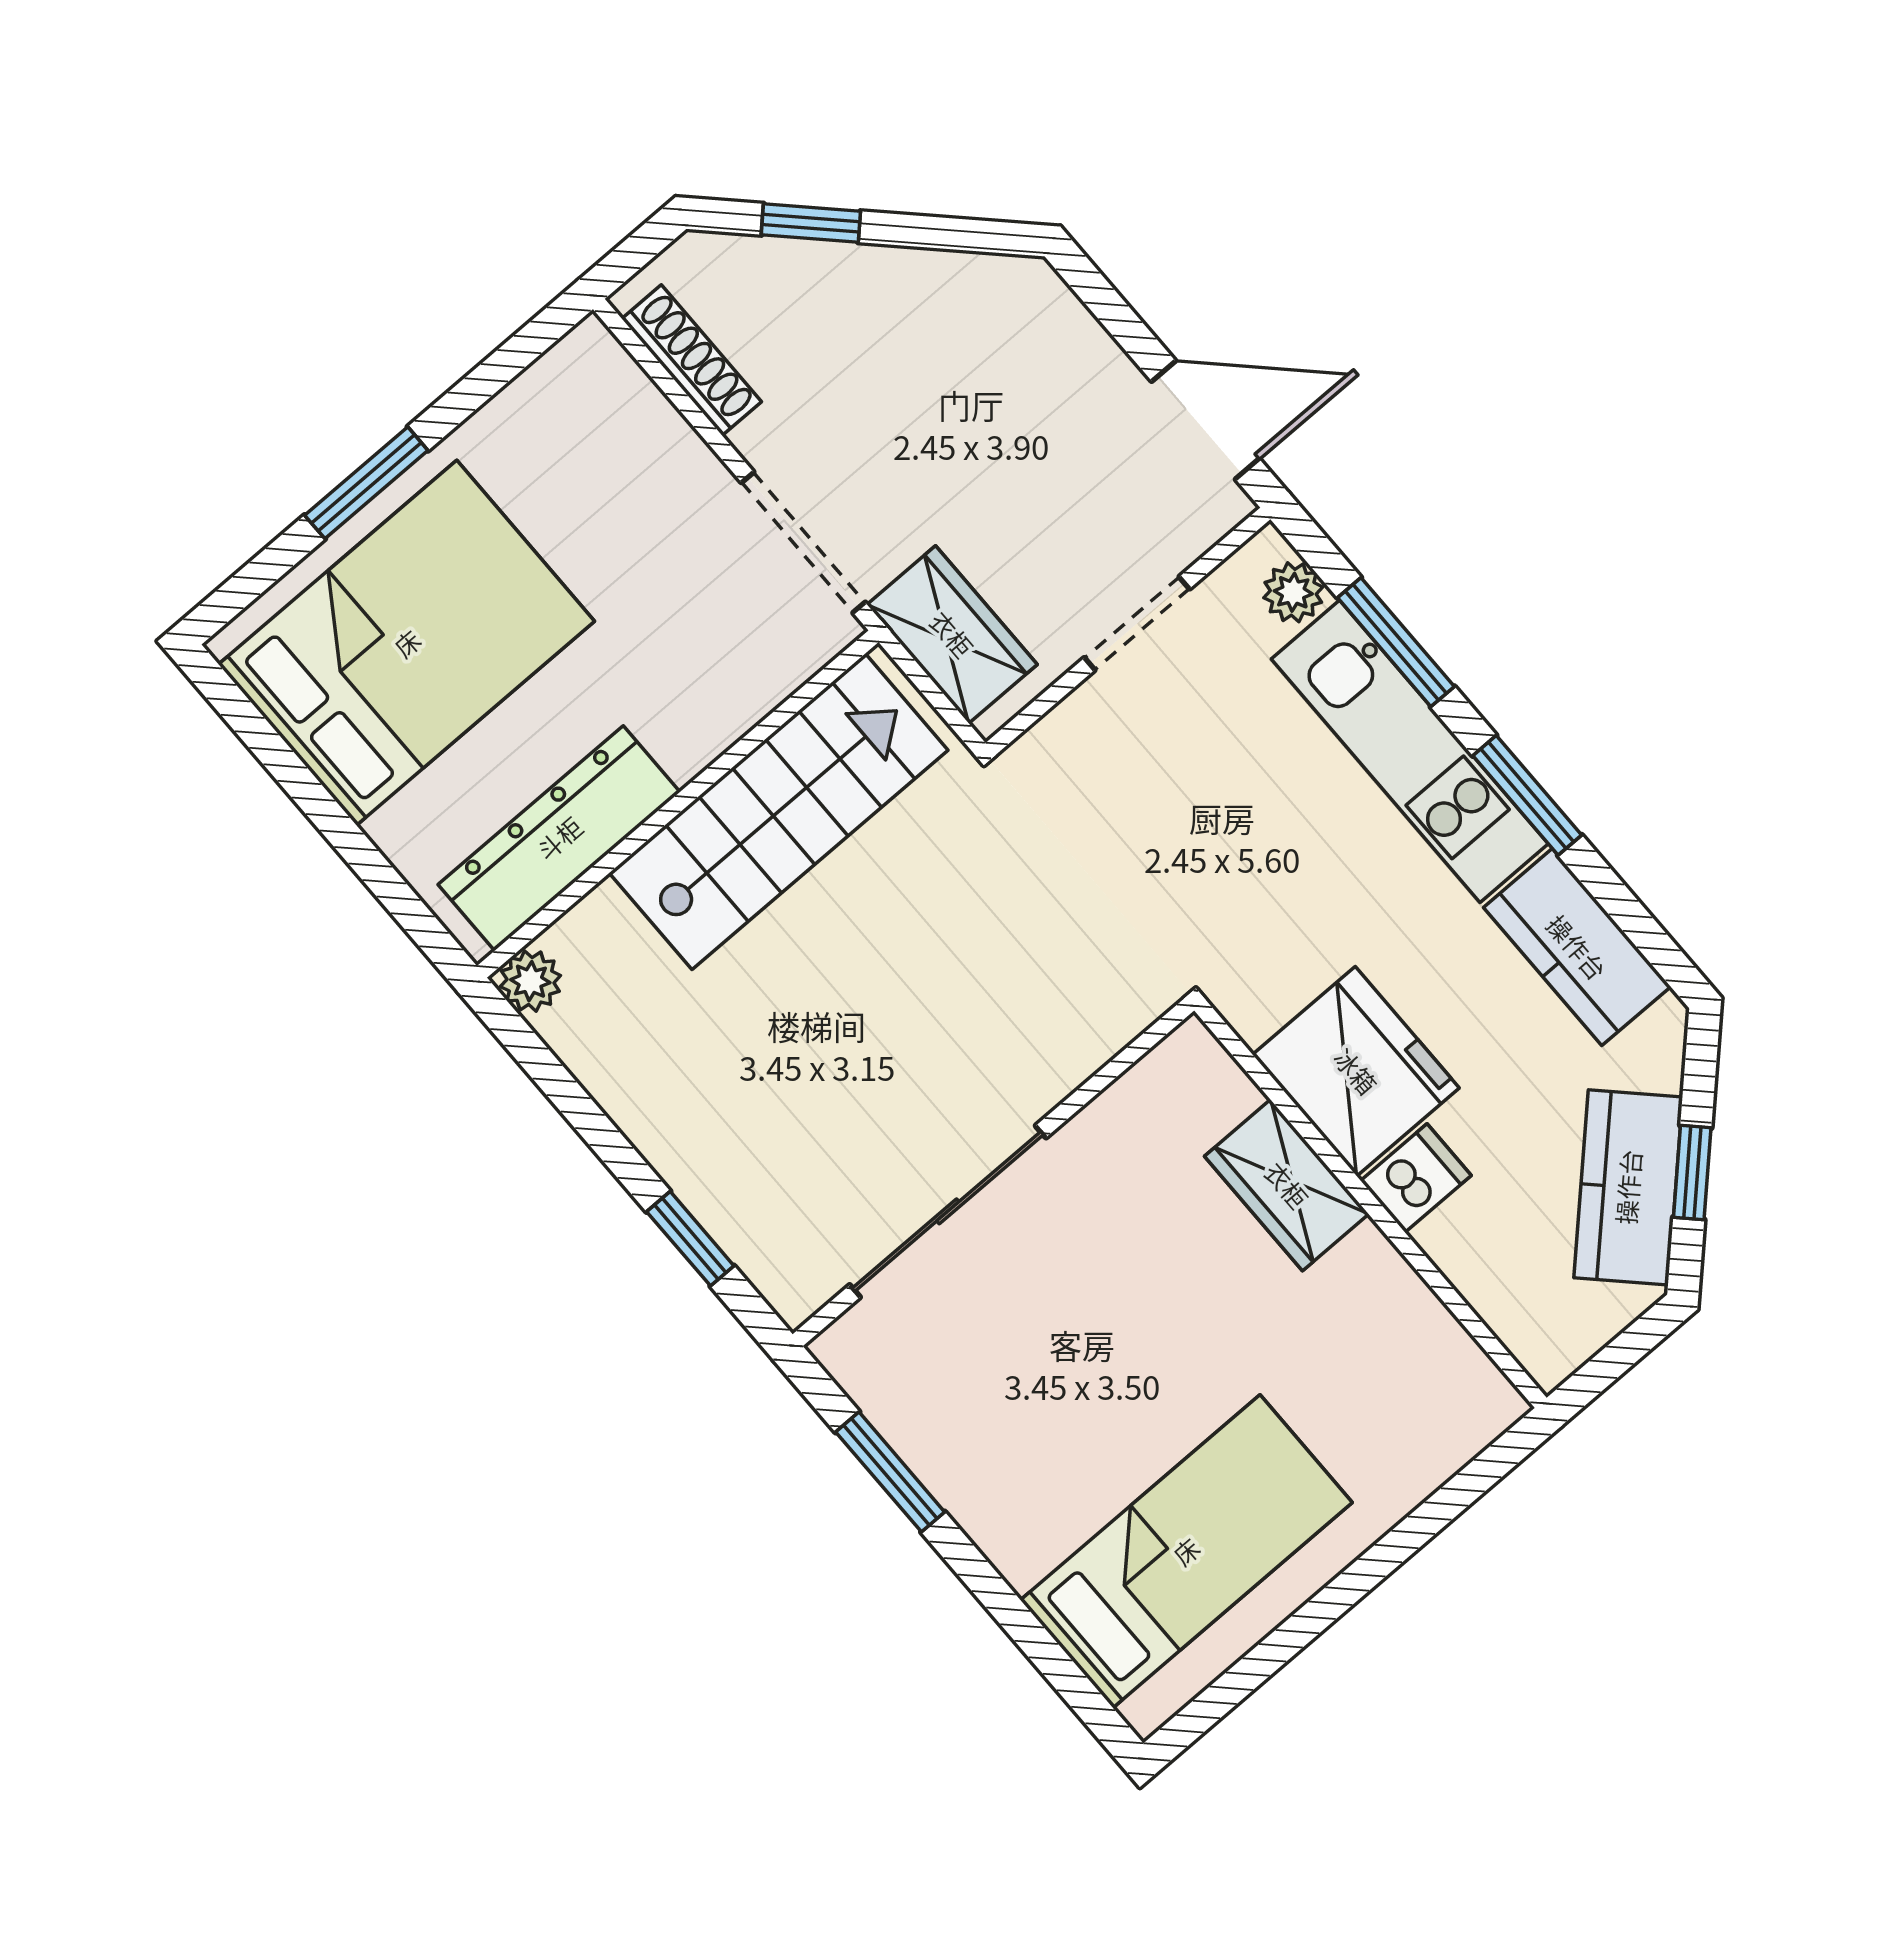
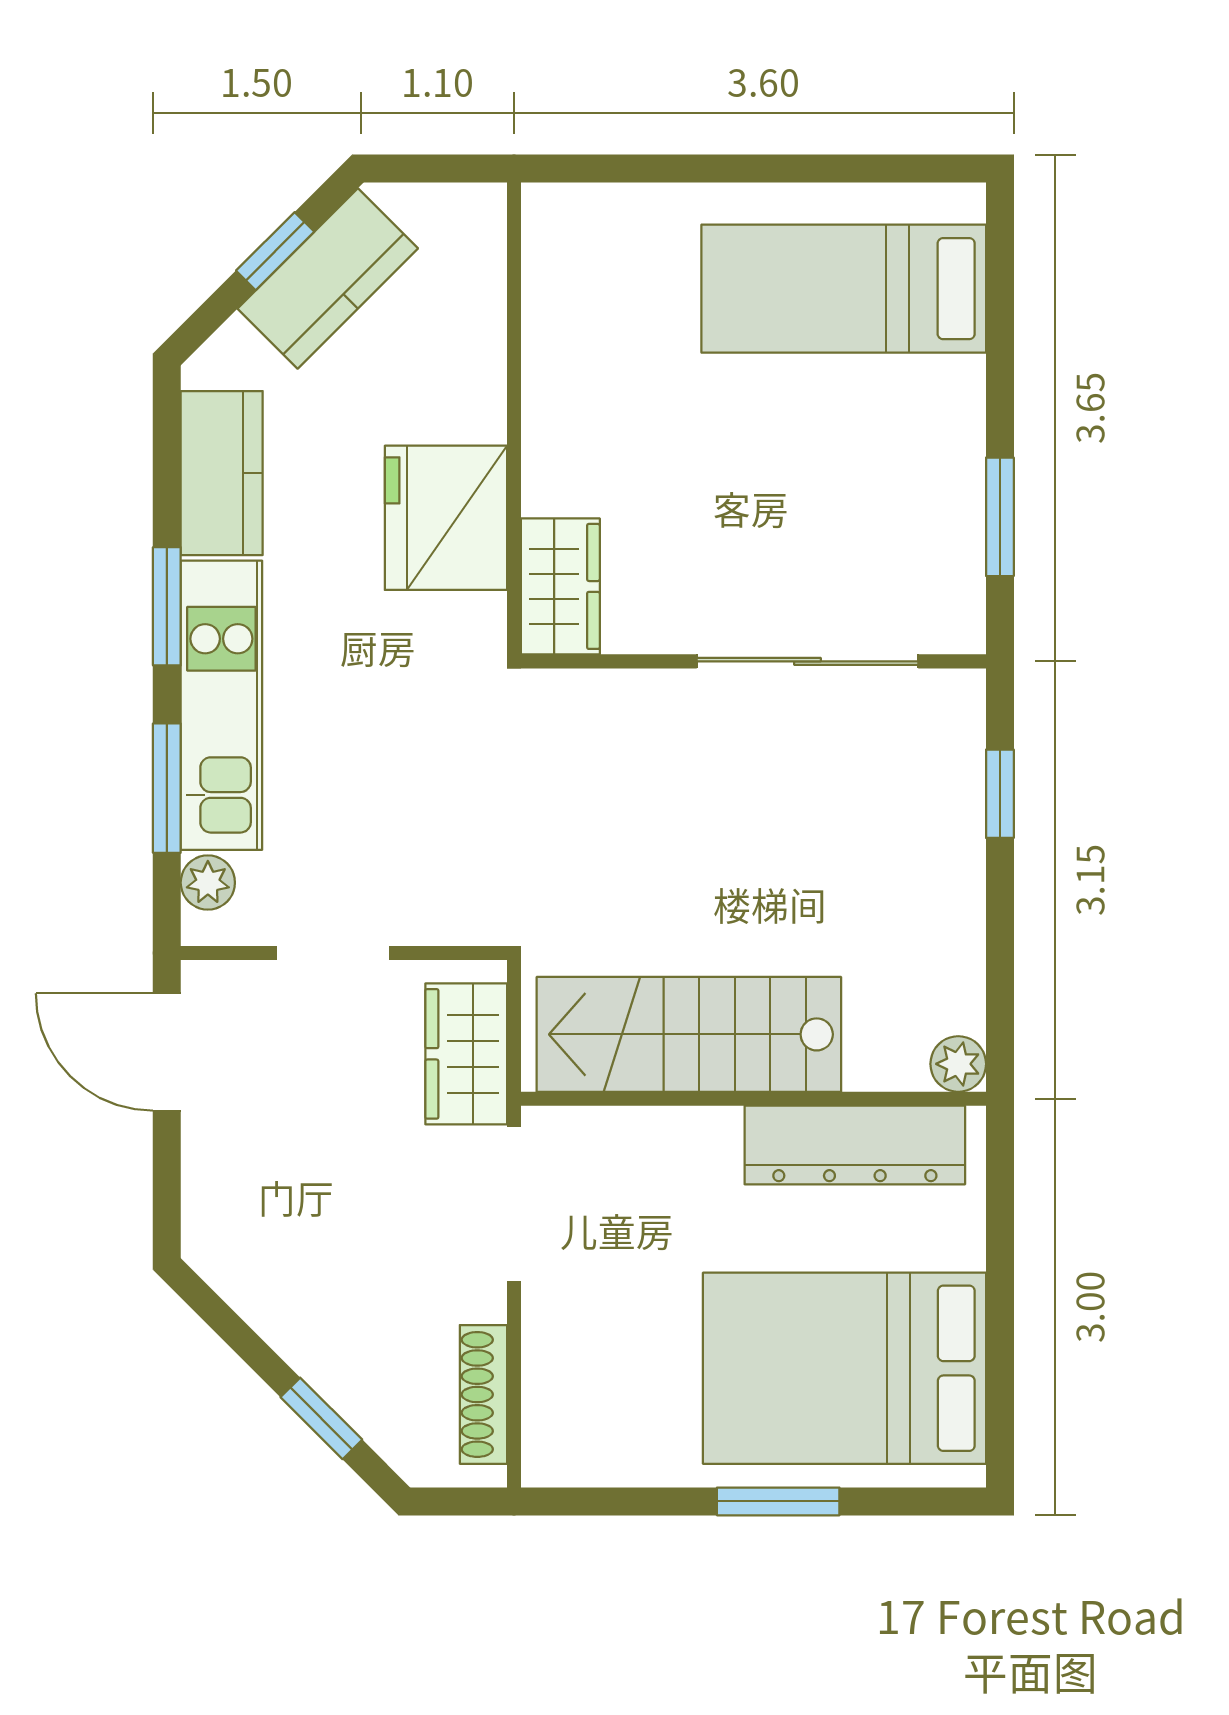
dishwasher: (1416, 1178) -> (467, 410), removed
wardrobe: (1287, 1185) -> (560, 586), moved

